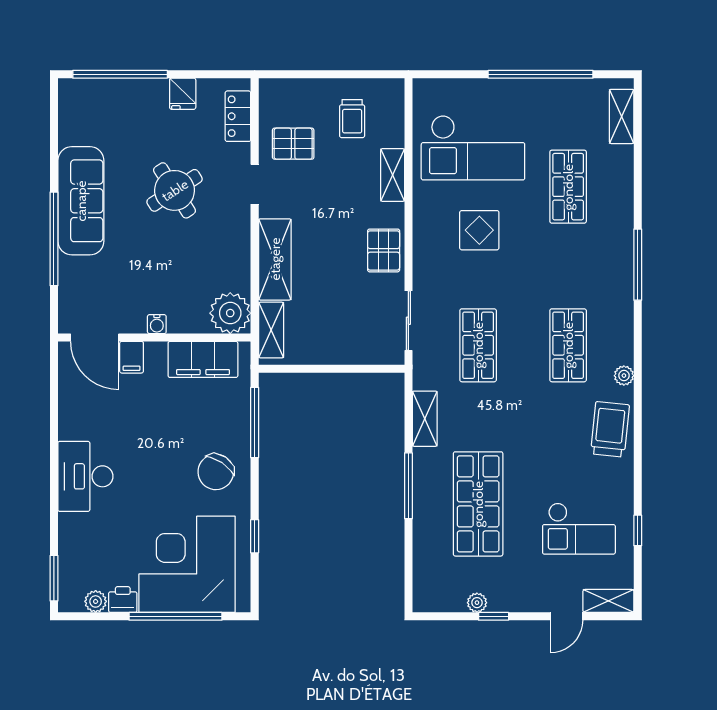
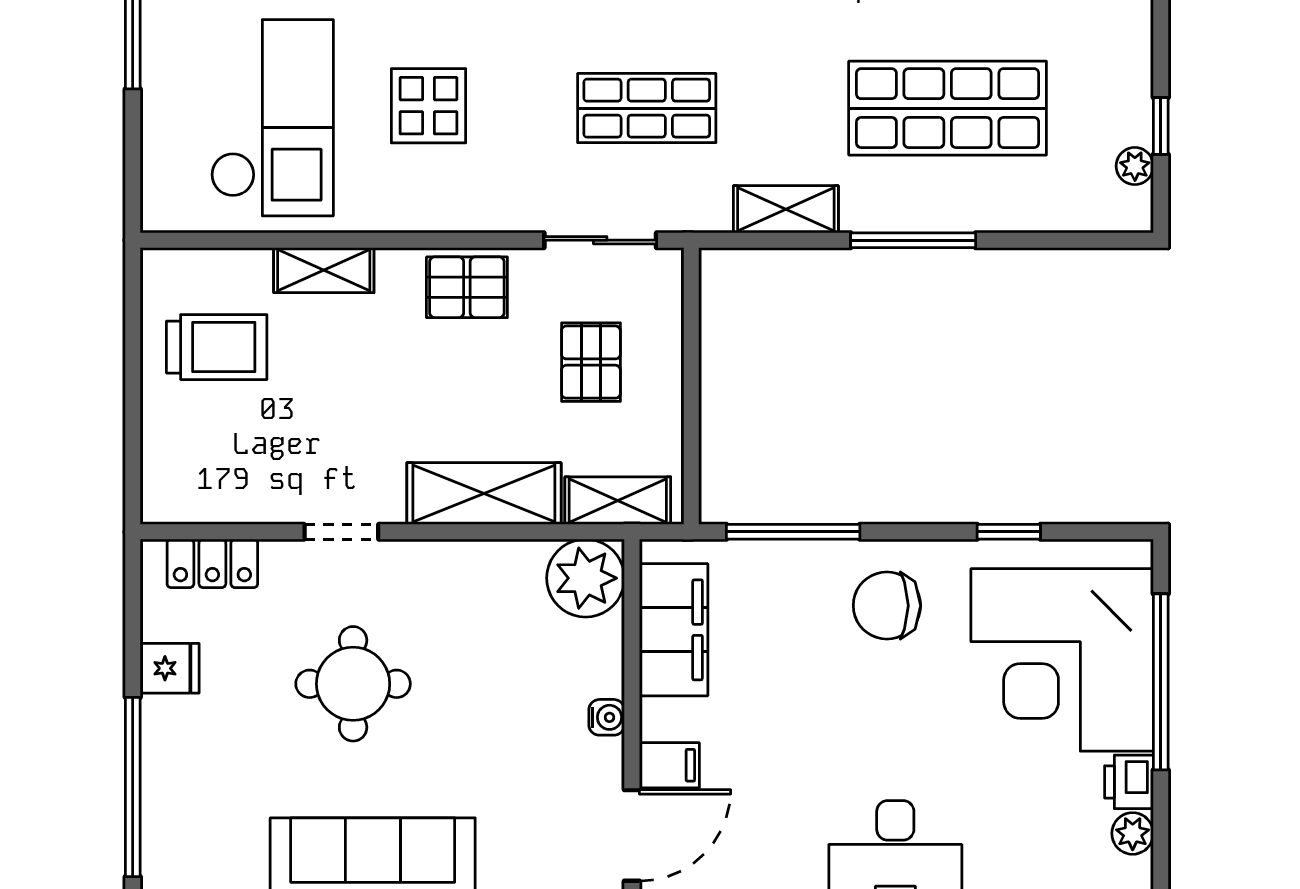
trolley: (352, 119) -> (217, 347), width x1.36, depth x1.39
pallet: (293, 144) -> (591, 362), moved
round table: (175, 190) -> (353, 684), turned 33
chair: (216, 472) -> (887, 606), turned 146
plant: (477, 603) -> (1135, 166), moved
window: (494, 616) -> (1161, 126), moved

